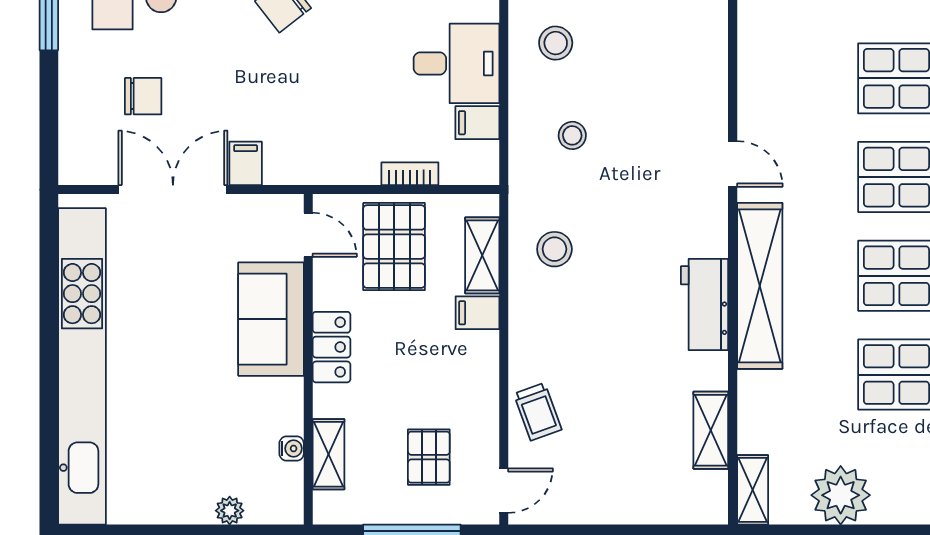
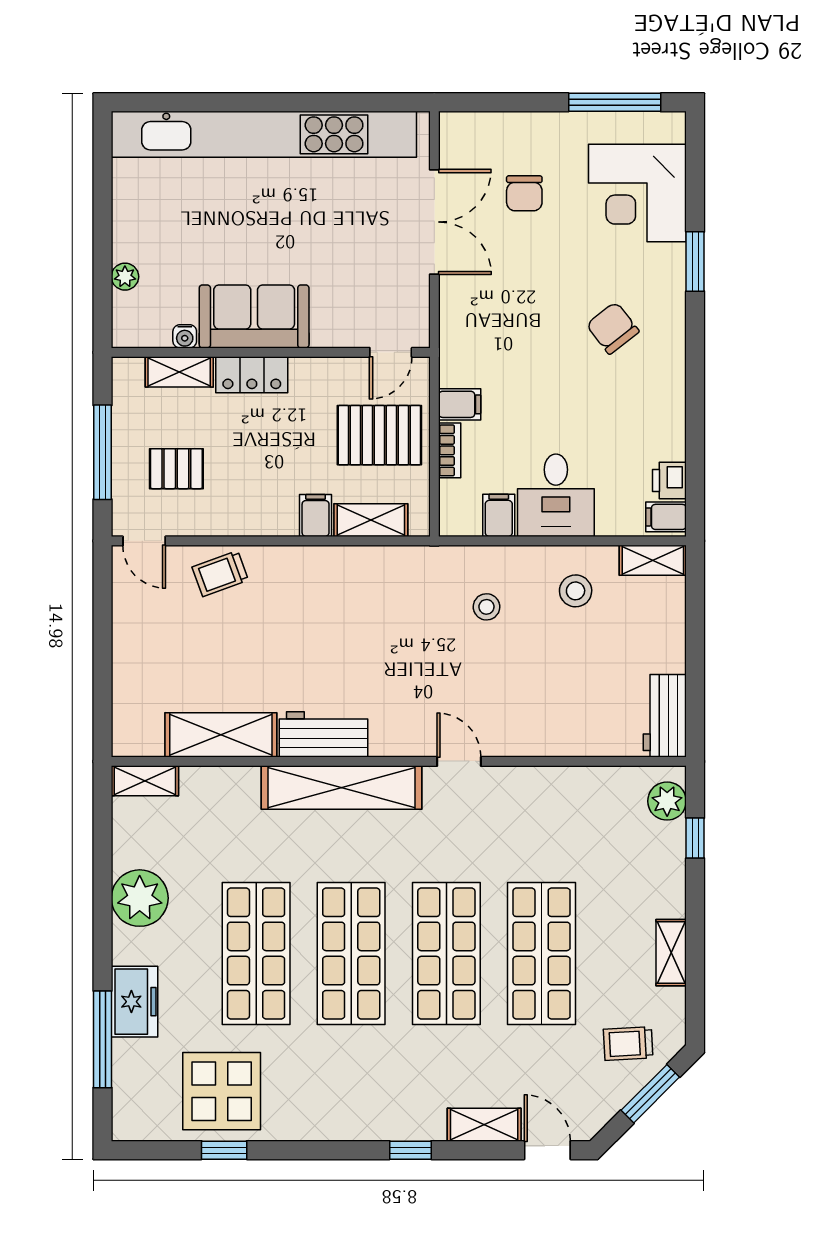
filing cabinet: (246, 163) -> (460, 404), moved
door: (733, 164) -> (459, 761), swing flipped
stool: (554, 249) -> (377, 590), removed
sofa: (271, 319) -> (254, 316), moved
locker: (331, 347) -> (252, 375), moved
shelving: (711, 430) -> (221, 735), width x1.50, depth x1.33
plant: (841, 495) -> (140, 898), moved

